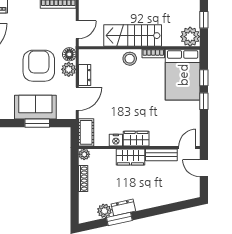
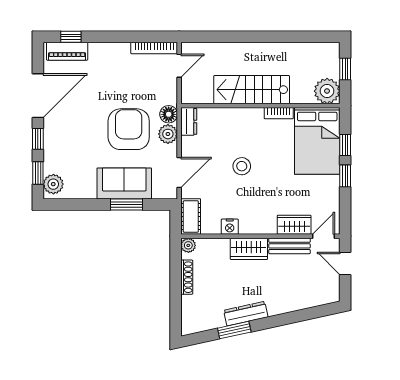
door: (77, 30) -> (179, 66), moved
stool: (130, 59) -> (242, 166), moved
dresser: (85, 75) -> (189, 121), moved
wardrobe: (136, 139) -> (294, 225), moved
dresser: (123, 208) -> (246, 314), width x1.44
plant: (104, 211) -> (215, 319), removed

